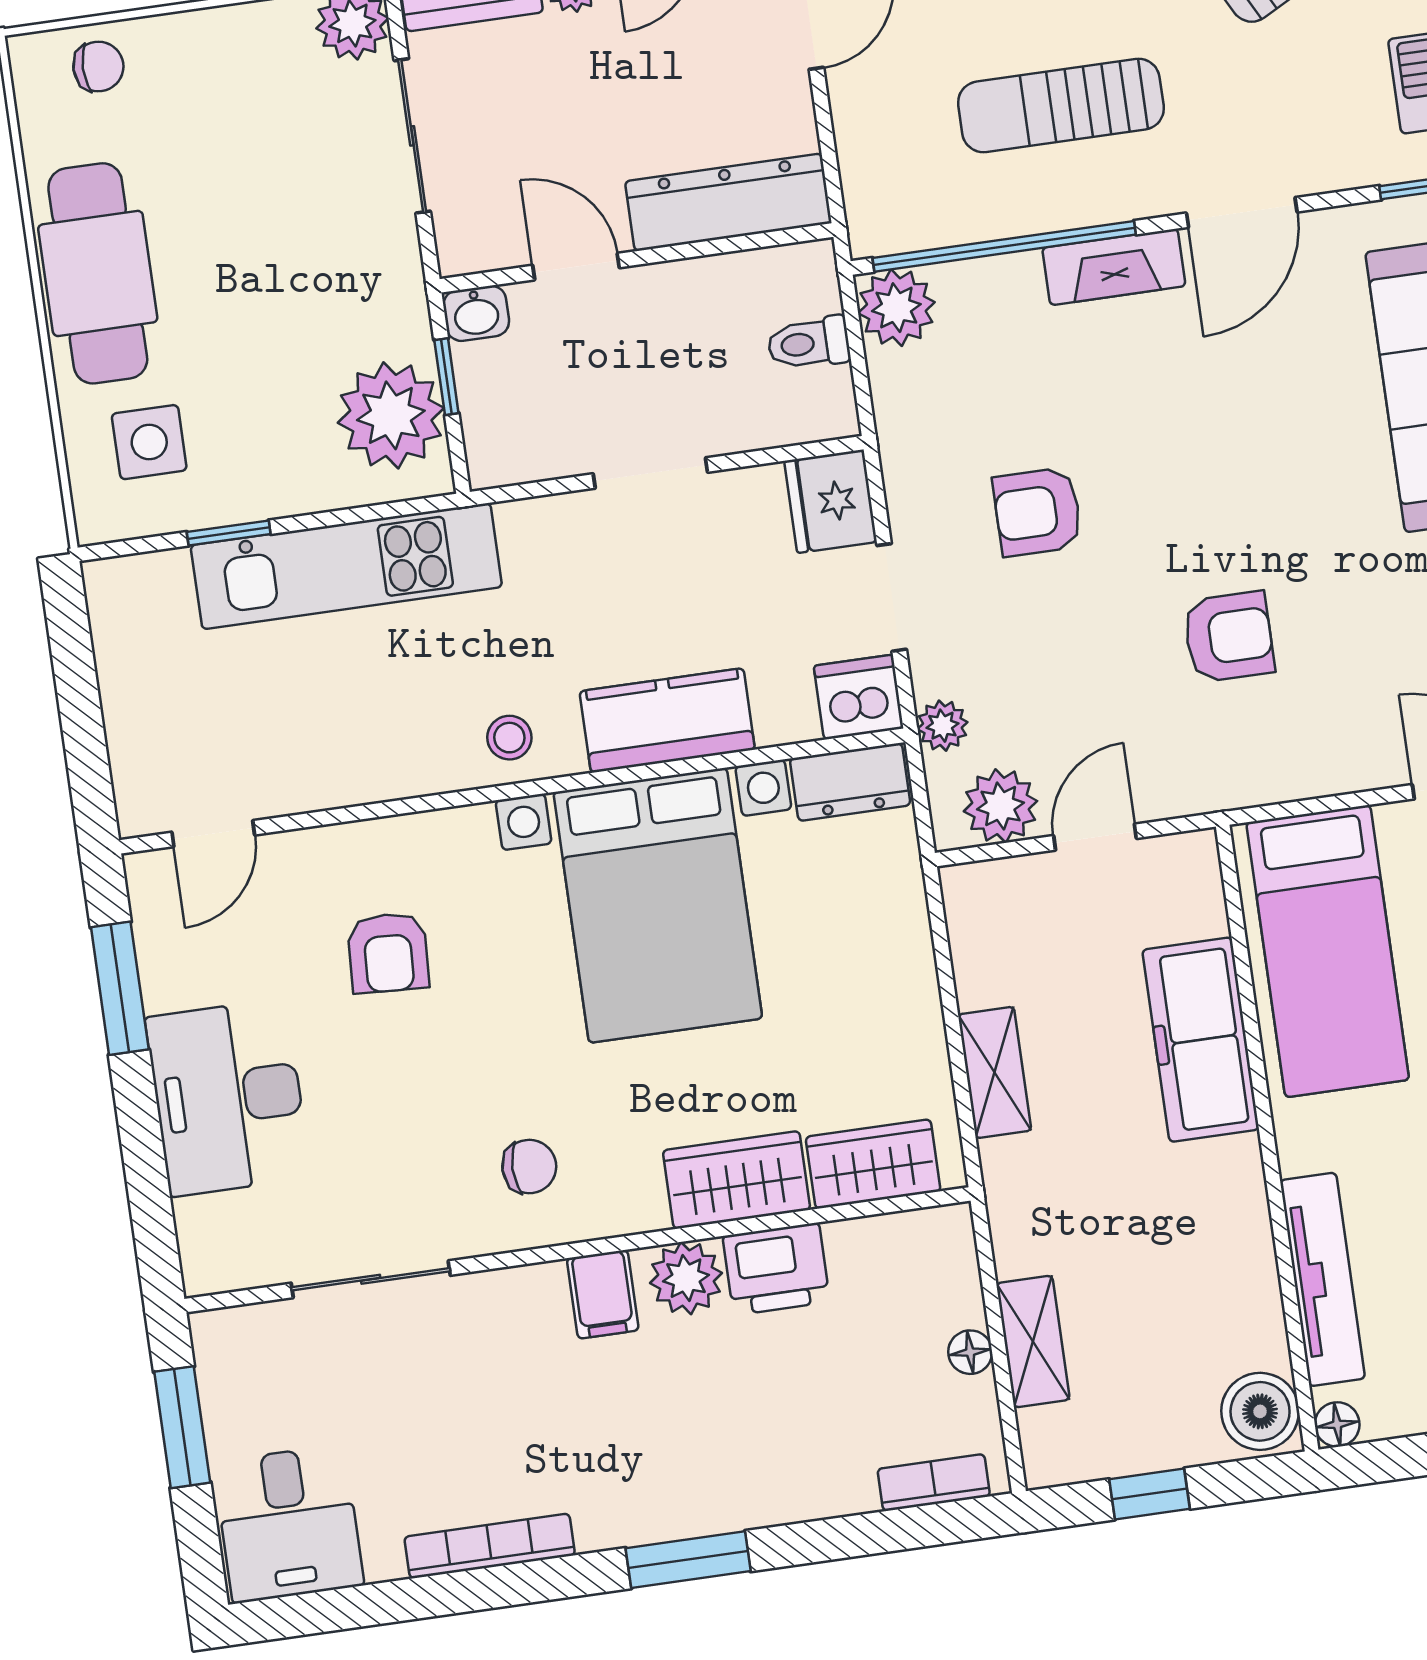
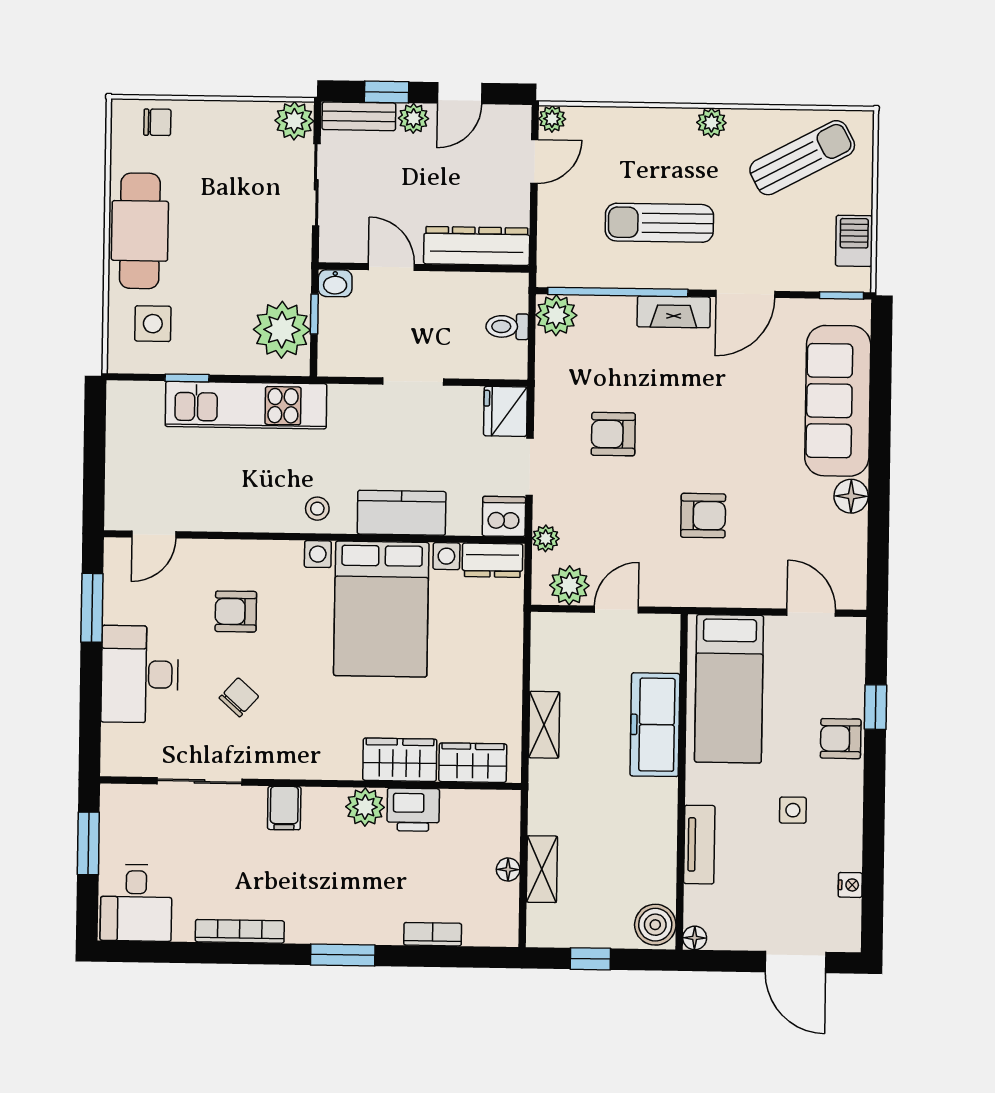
armchair: (388, 953) -> (236, 611), turned 87
chair: (529, 1167) -> (239, 697), moved, turned -48
tv unit: (1322, 1279) -> (699, 845), width x0.71
filing cabinet: (603, 1294) -> (284, 808), moved
bookcase: (934, 1483) -> (433, 934), moved

